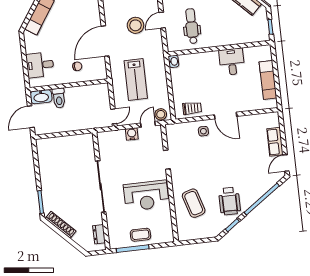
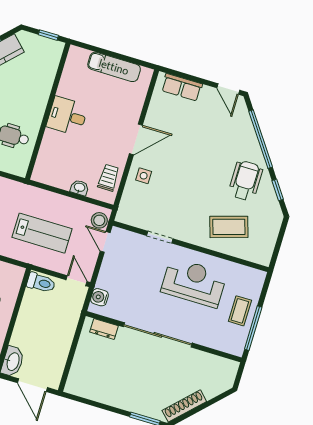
washbasin: (174, 61) -> (79, 188), moved
desk: (232, 62) -> (67, 116), moved
toilet: (59, 98) -> (41, 283), moved
water cooler: (132, 134) -> (99, 297), moved
row of seats: (275, 142) -> (182, 87), moved
reception desk: (146, 196) -> (194, 282), turned -90
wheelchair: (229, 201) -> (246, 181), turned -90
dresser: (99, 234) -> (104, 329), moved

